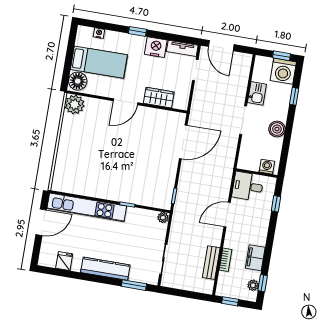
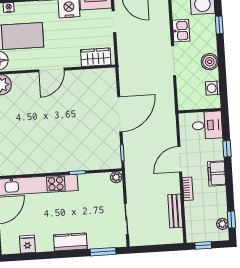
wardrobe: (159, 98) -> (96, 57), moved
door: (183, 142) -> (120, 114), moved
washing machine: (267, 167) -> (213, 88), moved, turned -90
desk: (248, 186) -> (207, 125), moved, turned 180
window: (276, 204) -> (227, 149), moved
filing cabinet: (255, 258) -> (217, 173), moved
bookcase: (225, 260) -> (188, 189), moved
kitchen counter: (105, 269) -> (70, 242), width x0.67

